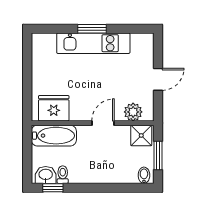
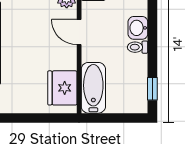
washbasin: (46, 175) -> (138, 28), moved
toilet: (63, 175) -> (138, 47), moved

